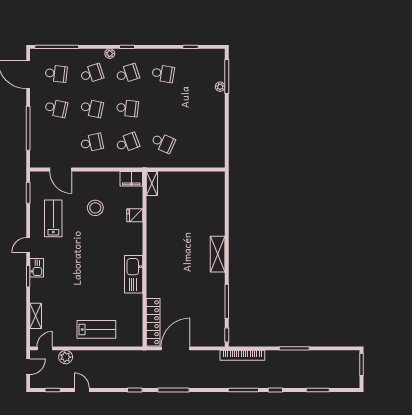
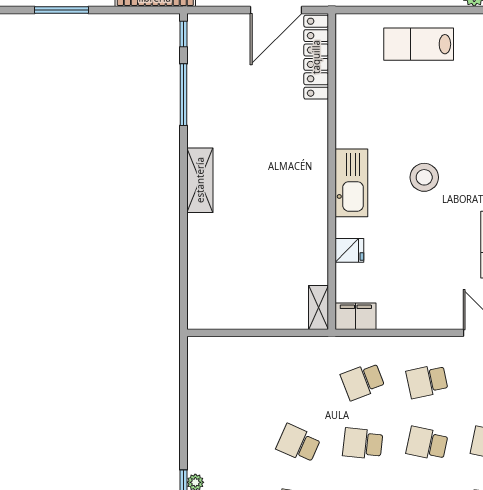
school desk: (163, 143) -> (298, 444), moved
stool: (95, 208) -> (424, 177), moved
kitchen sink: (134, 274) -> (351, 183), moved

